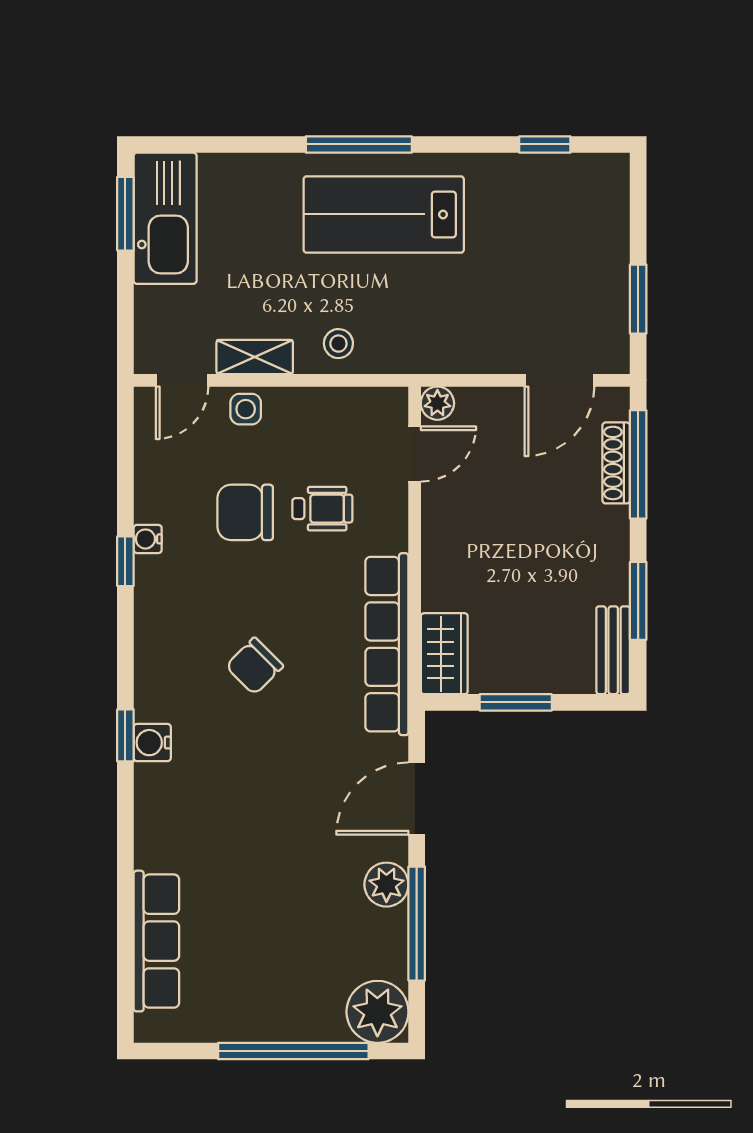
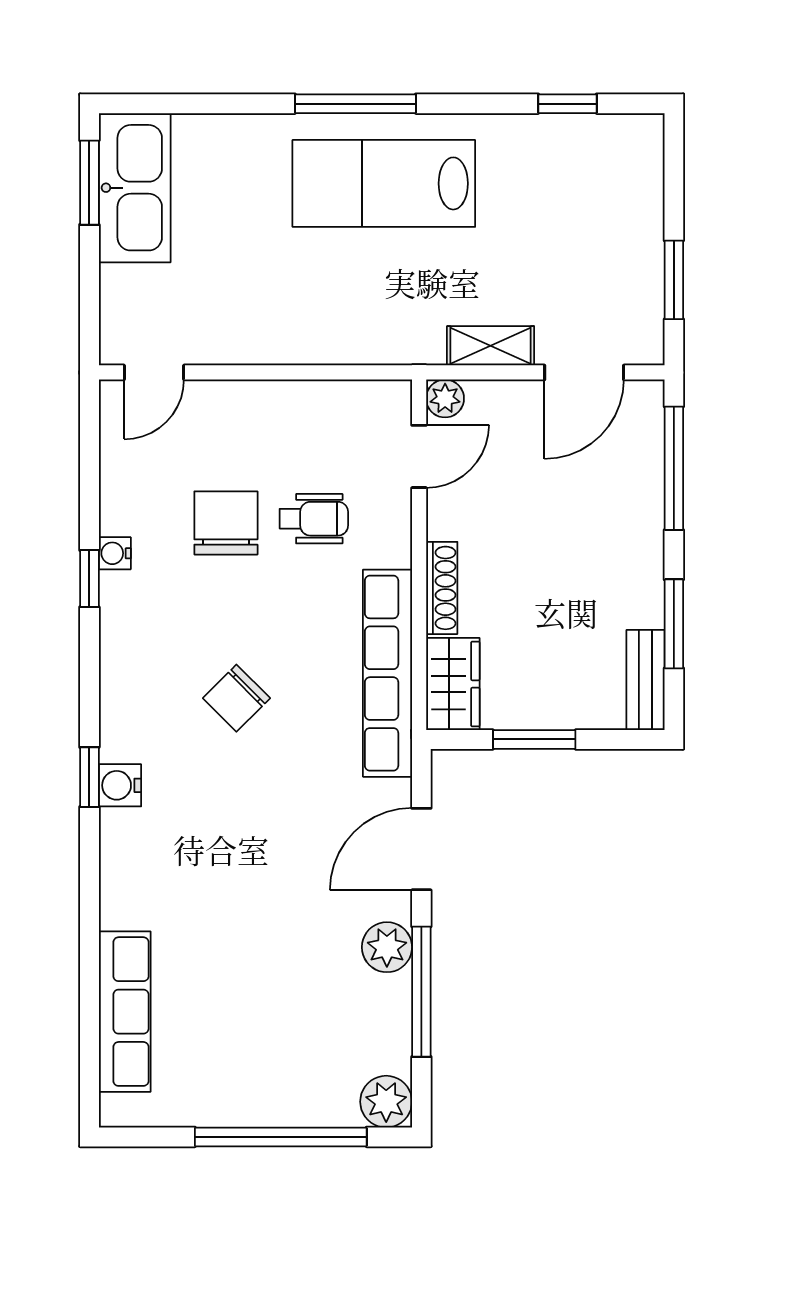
stool: (338, 344) -> (332, 331), removed
shelving: (255, 357) -> (491, 346), moved
side table: (246, 409) -> (226, 405), removed
shoe rack: (616, 463) -> (442, 588), moved, turned 180
chair: (245, 512) -> (226, 523), turned 90
plant: (377, 1012) -> (386, 1102), width x0.73, depth x0.73

